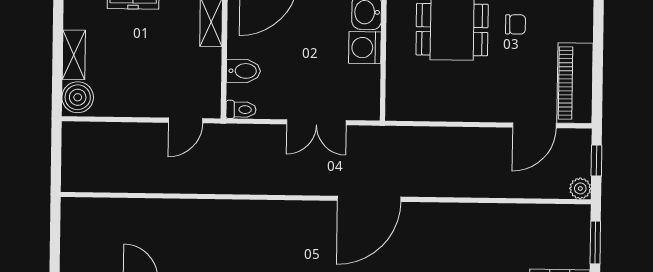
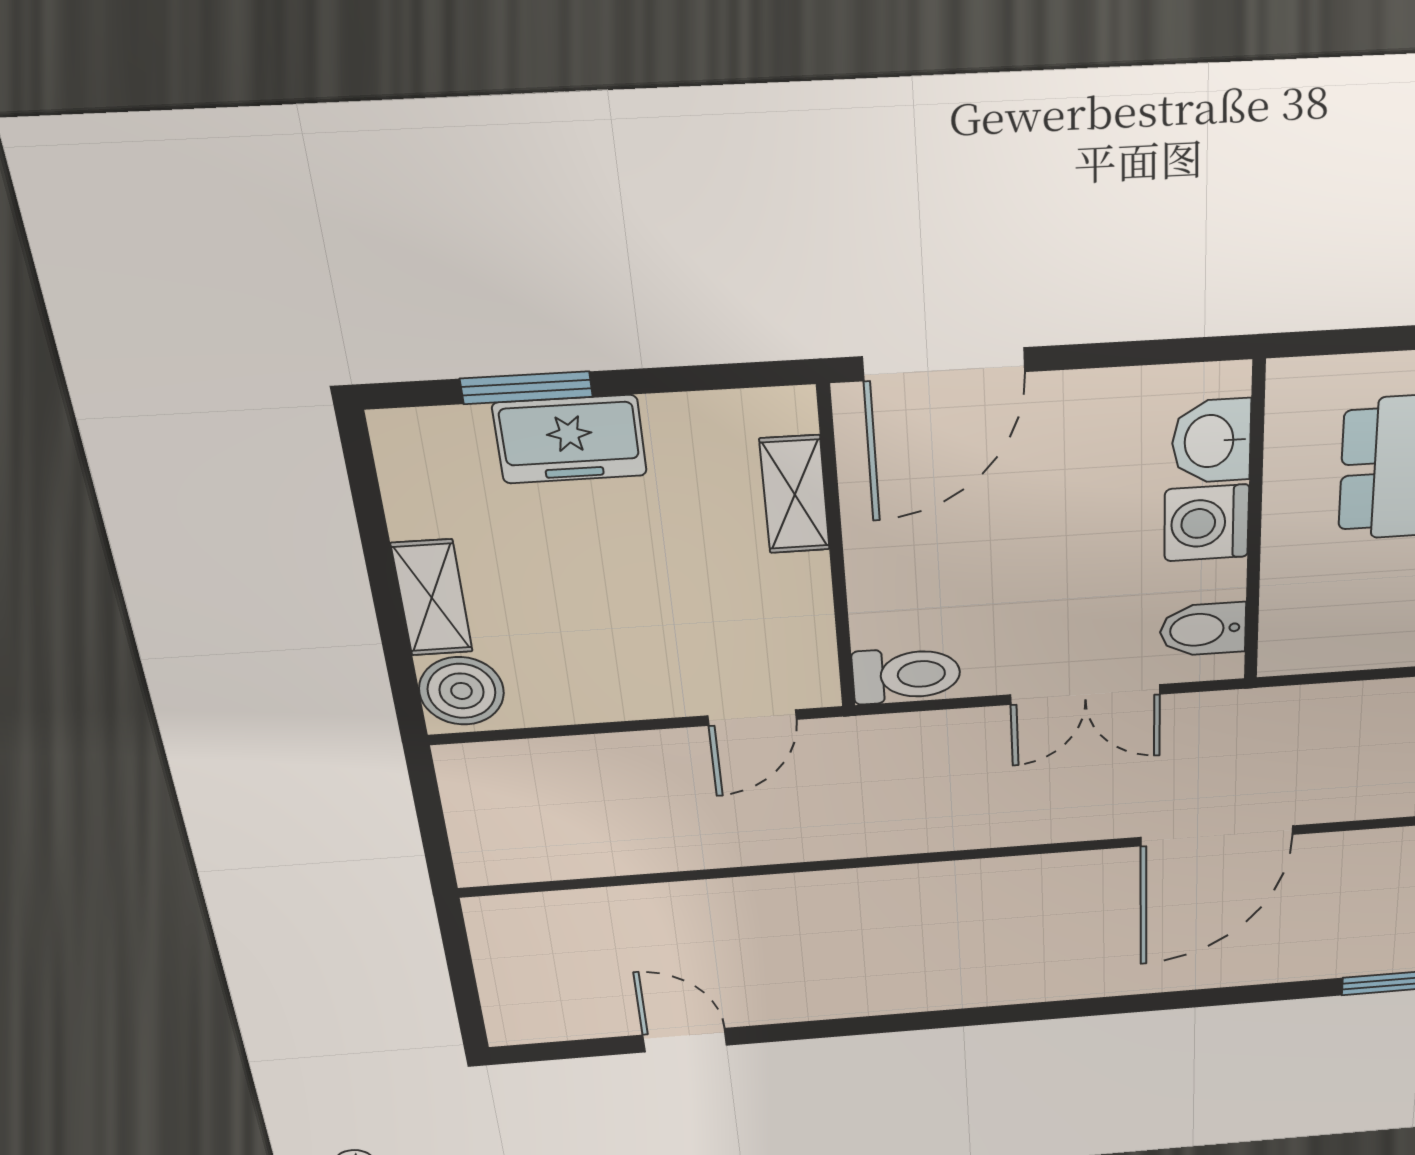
bidet: (243, 71) -> (1203, 629), moved, turned 180
toilet: (241, 110) -> (906, 675), width x1.37, depth x1.39

